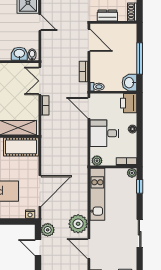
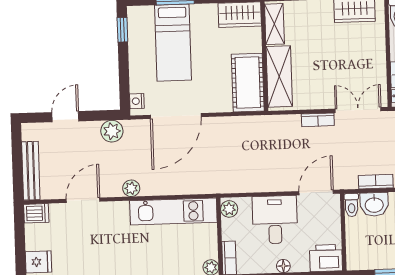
washbasin: (129, 83) -> (374, 204), moved, turned 180
door: (40, 191) -> (176, 116), hinge flipped
plant: (78, 224) -> (131, 188), width x0.53, depth x0.53
door: (38, 248) -> (65, 117), moved

